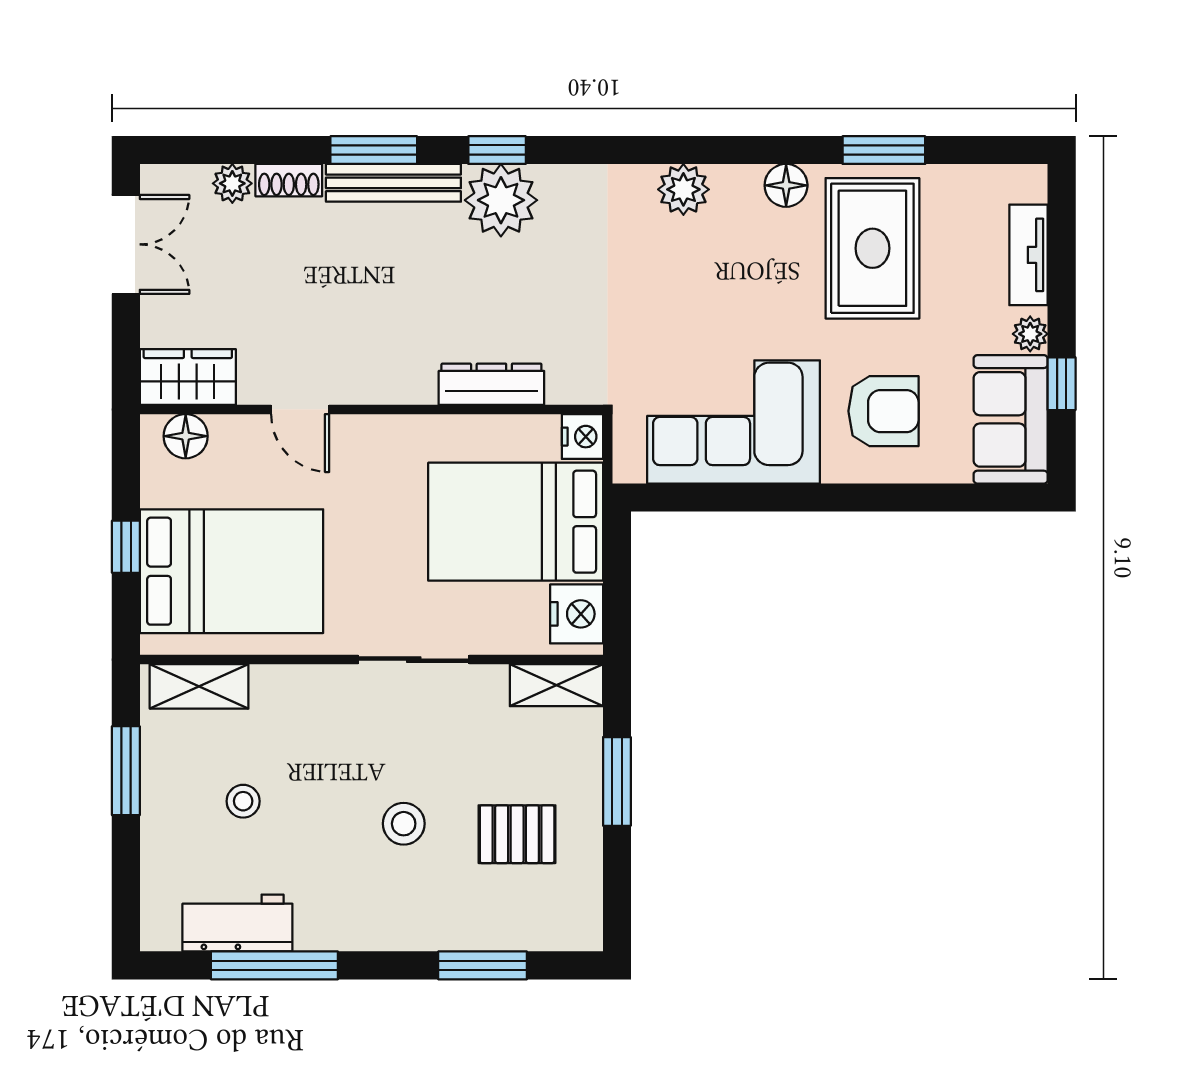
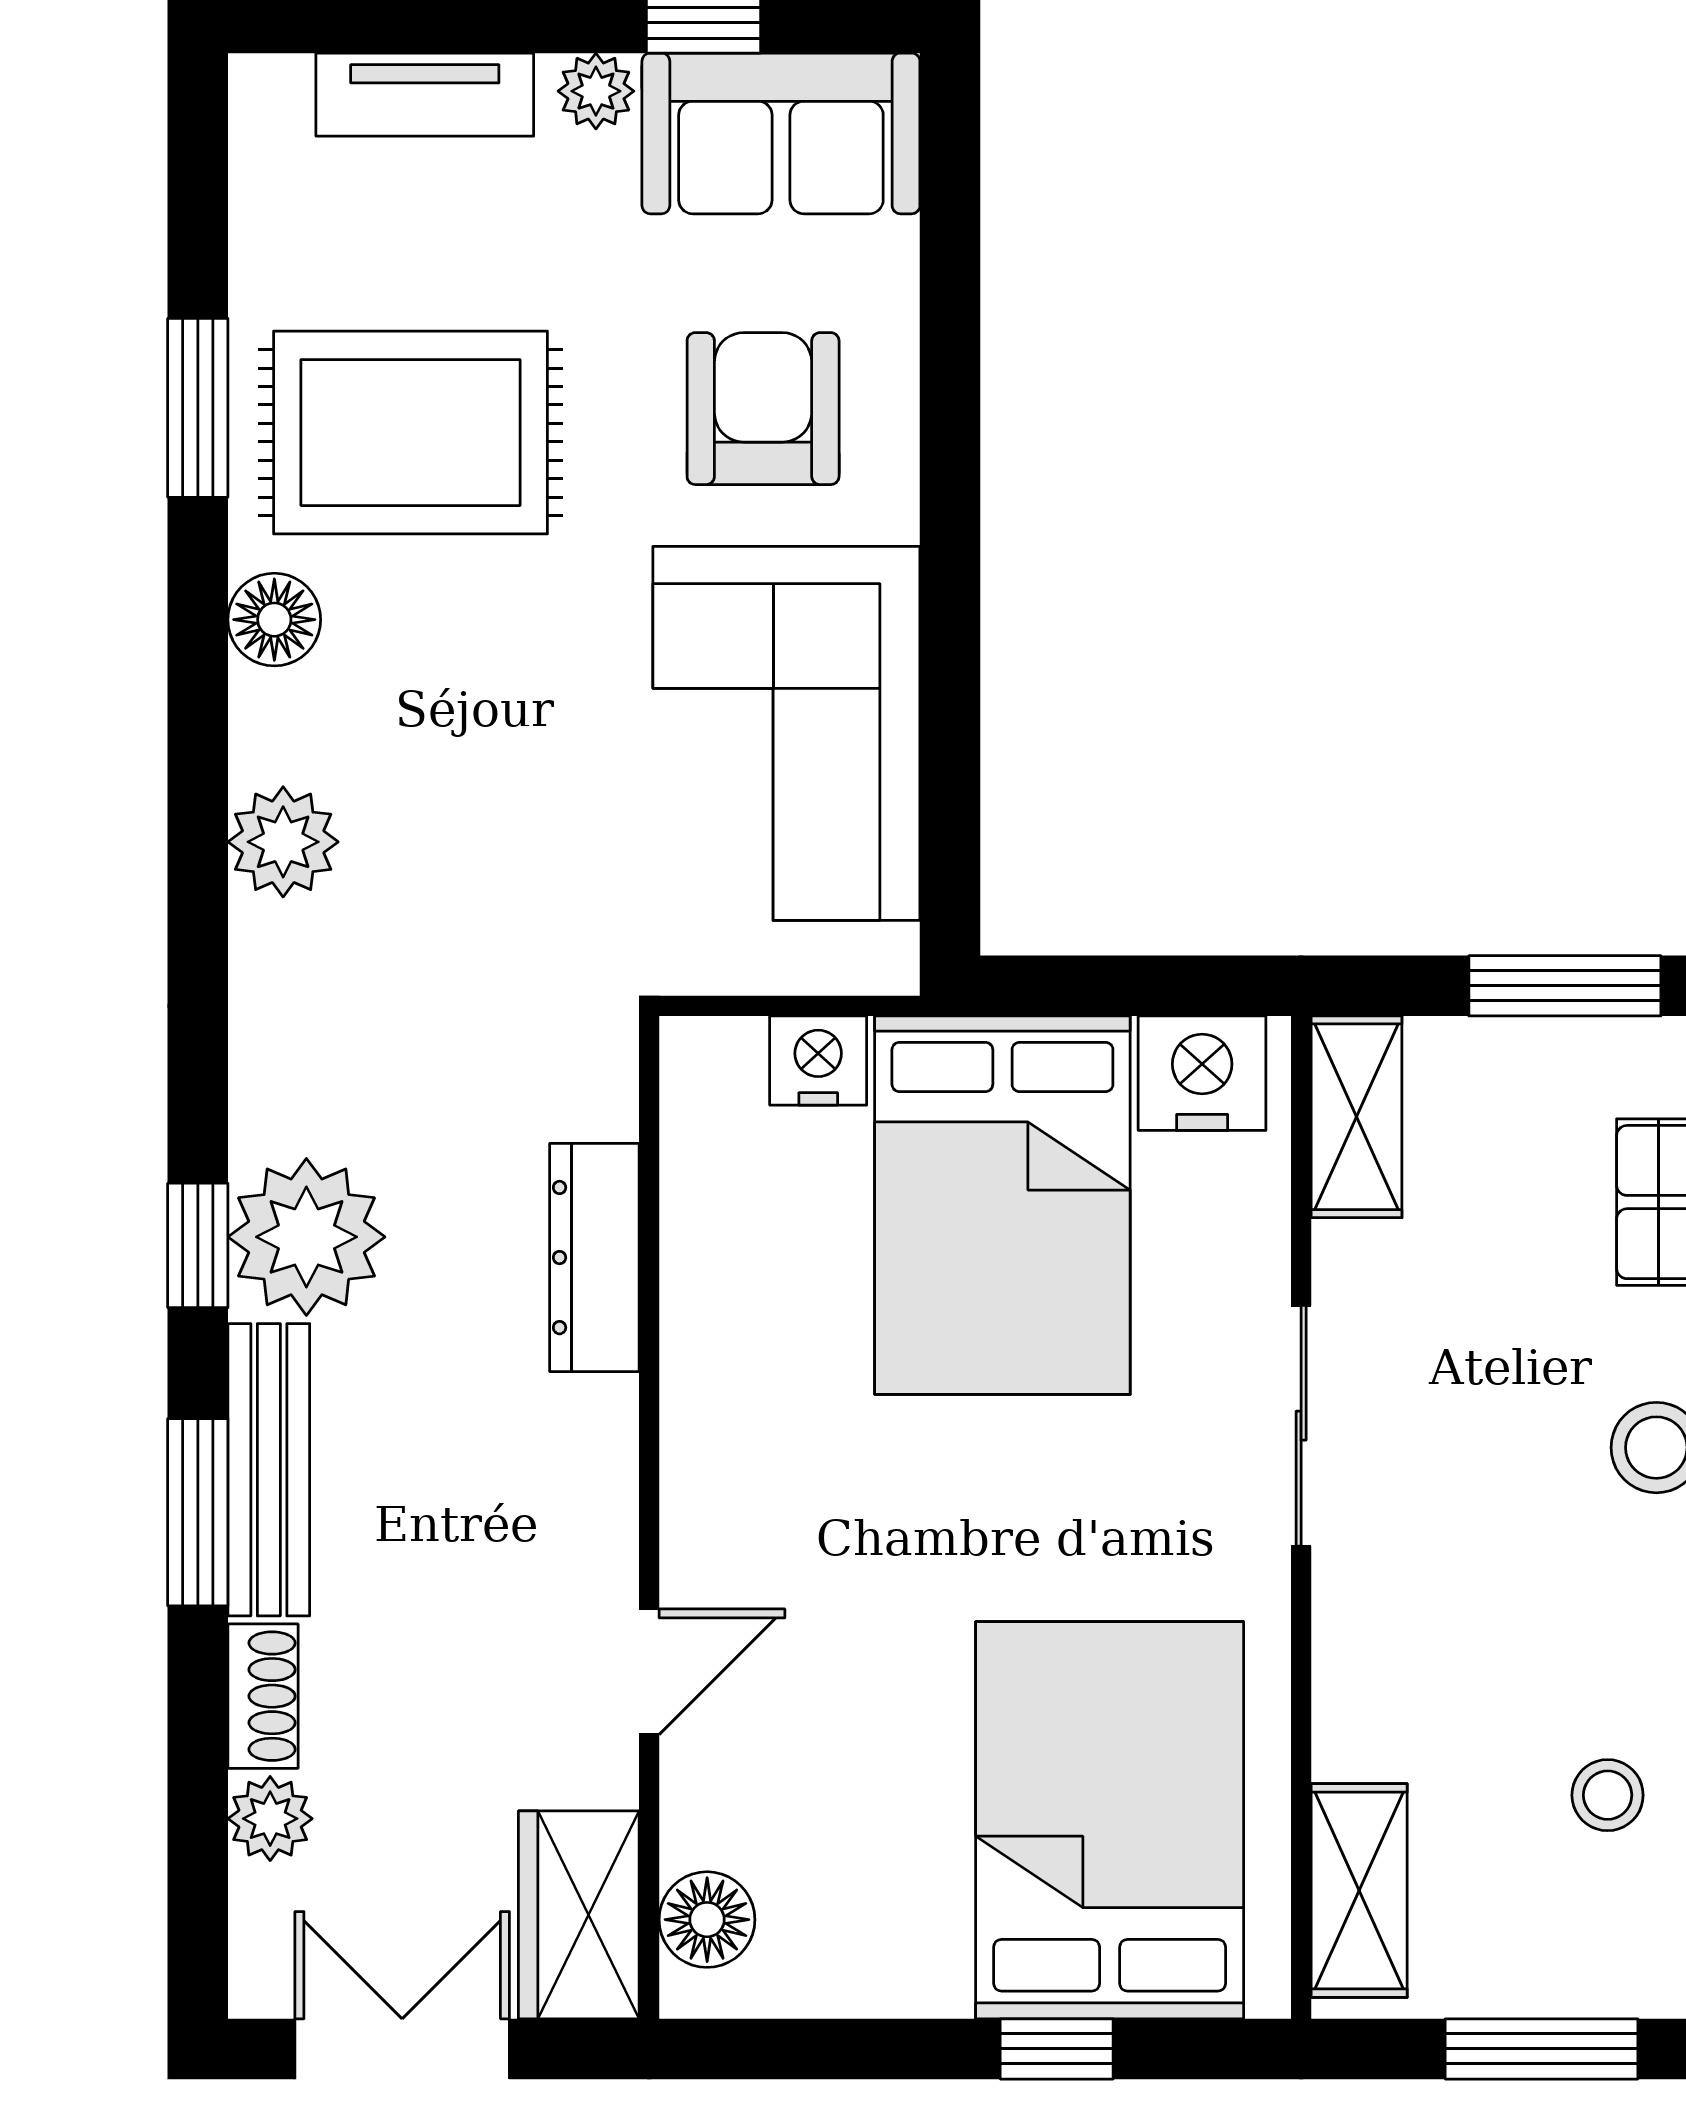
wardrobe: (188, 377) -> (579, 1915), moved
dresser: (491, 384) -> (594, 1258), moved
door: (300, 409) -> (649, 1672), moved
wall: (371, 409) -> (649, 1517), moved
floor lamp: (186, 436) -> (707, 1920), moved

